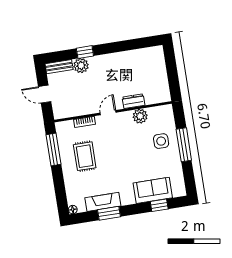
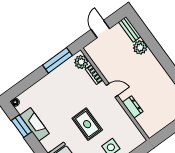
window: (85, 52) -> (153, 45), removed
plant: (140, 116) -> (81, 62), moved
rug: (85, 156) -> (87, 124), moved, turned 90
window: (109, 213) -> (21, 126), moved

